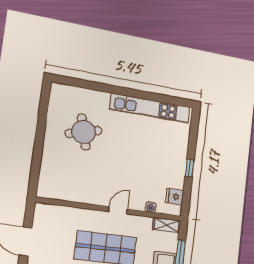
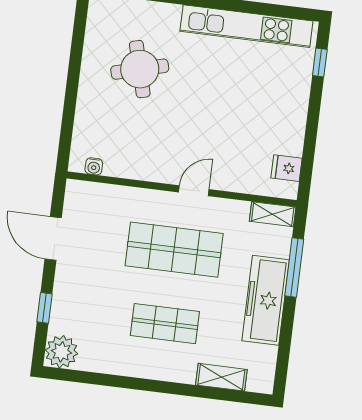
window: (190, 168) -> (320, 63), moved
water cooler: (151, 207) -> (94, 166), moved

